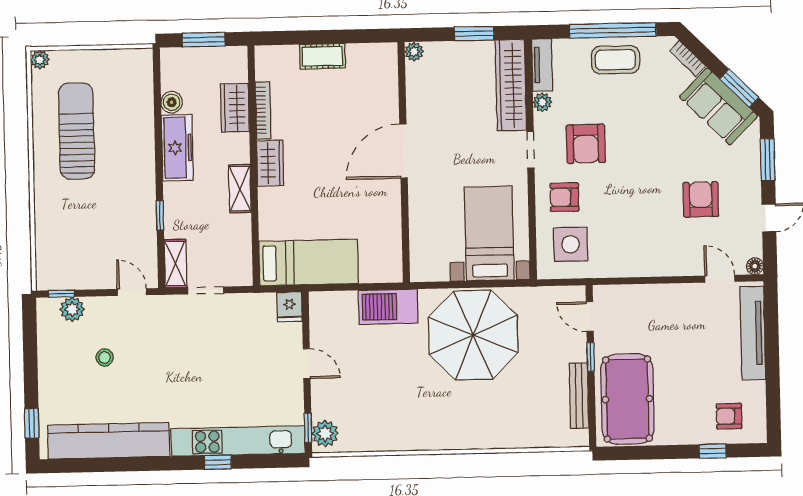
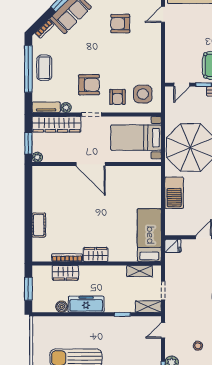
plant: (414, 52) -> (37, 157), moved
door: (403, 151) -> (91, 164), moved
wall: (404, 162) -> (97, 164), moved
shelving: (240, 189) -> (140, 271), moved

